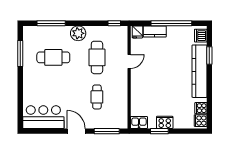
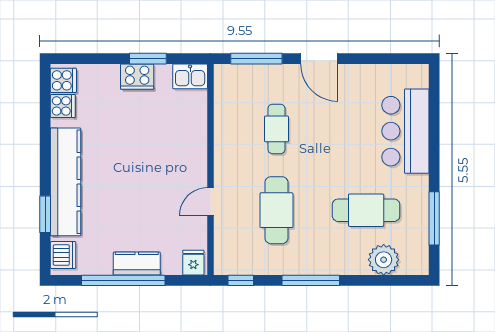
window: (51, 23) -> (311, 280), moved
kitchen counter: (155, 31) -> (137, 264), moved
plant: (78, 33) -> (384, 260), moved
bar counter: (43, 117) -> (405, 131), moved, turned 90

